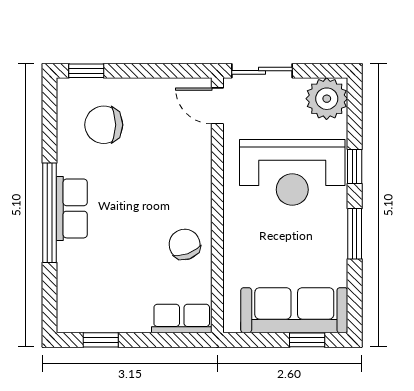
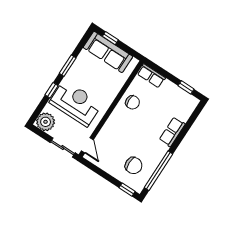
row of seats: (72, 208) -> (172, 132), moved
window: (49, 213) -> (159, 171), moved
chair: (185, 244) -> (132, 102), turned -70

